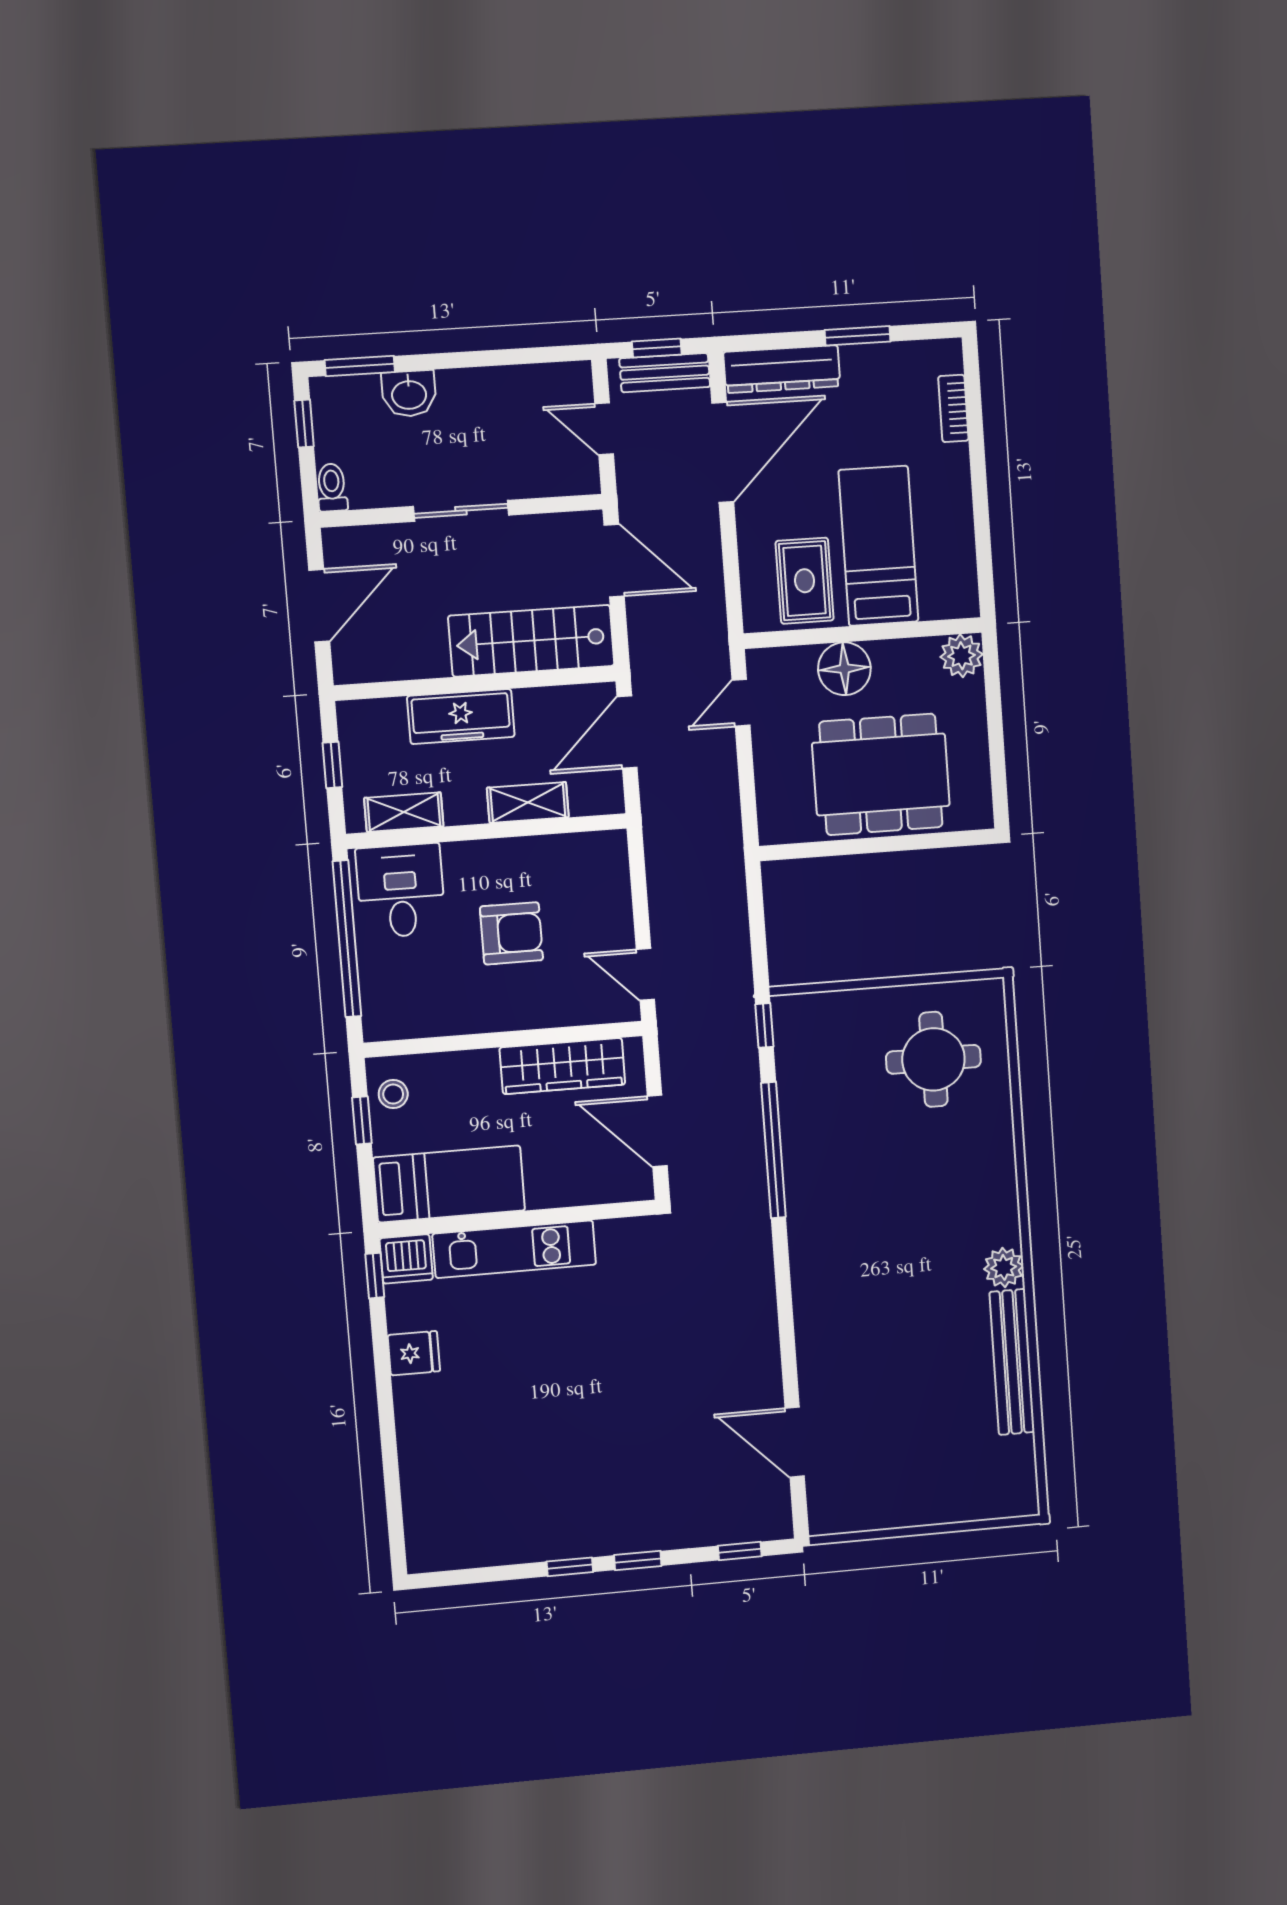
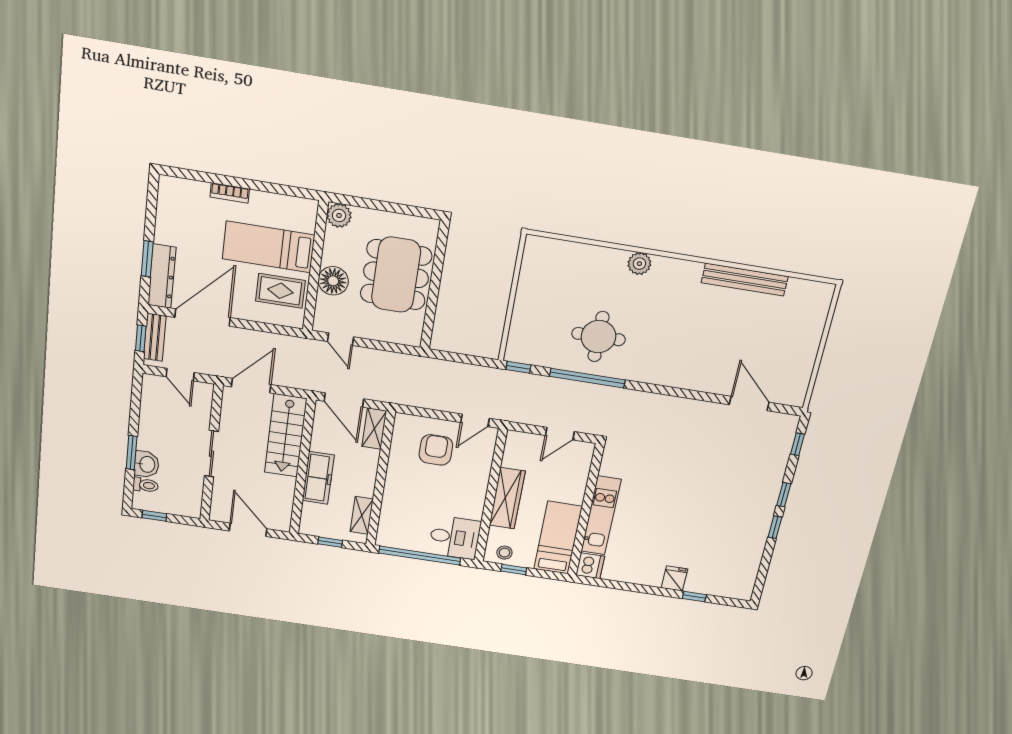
window: (858, 336) -> (147, 259), moved
window: (360, 366) -> (131, 453), moved
bookcase: (953, 408) -> (230, 193), moved
door: (604, 429) -> (180, 375), hinge flipped
door: (723, 452) -> (203, 317), hinge flipped
toilet: (332, 488) -> (145, 485), moved, turned 180
shelving: (528, 802) -> (374, 429), moved
desk: (401, 891) -> (455, 537), moved, turned 180
armchair: (511, 933) -> (436, 450), moved
round table: (933, 1059) -> (599, 337), moved
wardrobe: (562, 1066) -> (507, 498), moved
door: (657, 1131) -> (560, 434), width x0.73
plant: (1004, 1267) -> (639, 264), moved
window: (375, 1276) -> (694, 597), moved
fridge: (414, 1353) -> (674, 578), moved
door: (795, 1442) -> (749, 404), swing flipped

